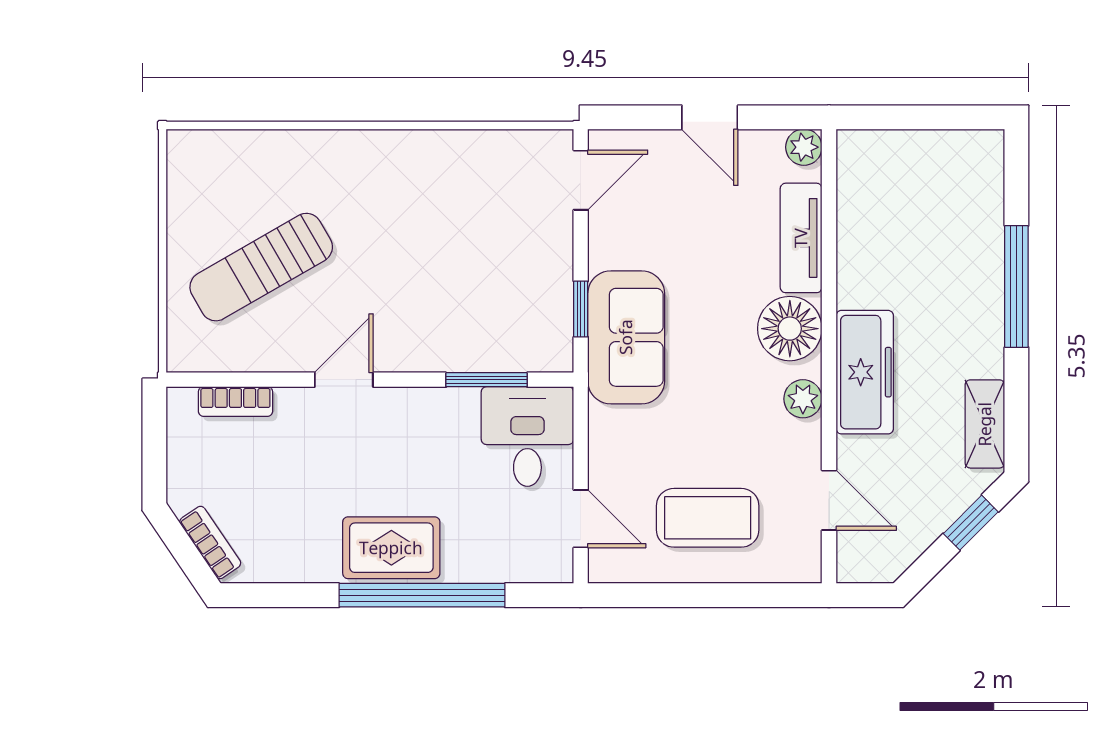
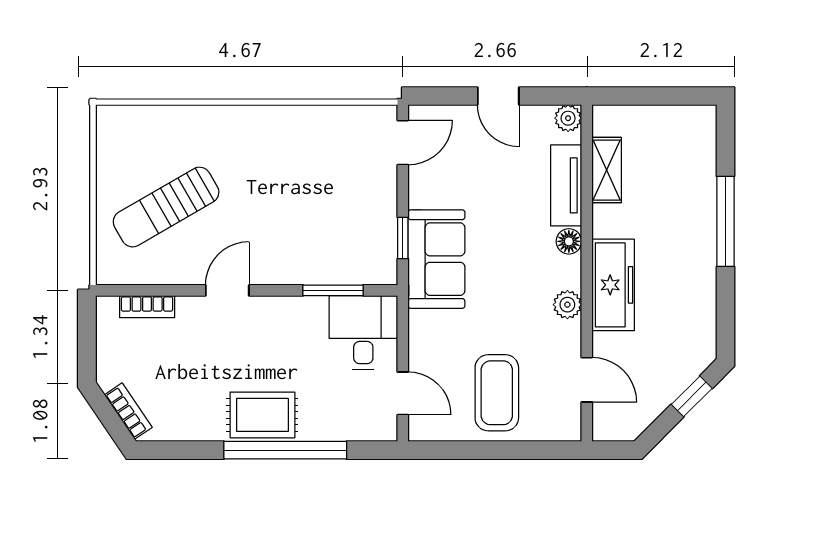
floor lamp: (790, 329) -> (569, 241), width x0.53, depth x0.53
shelving: (985, 424) -> (607, 170), moved
coffee table: (708, 518) -> (497, 393), turned 90

